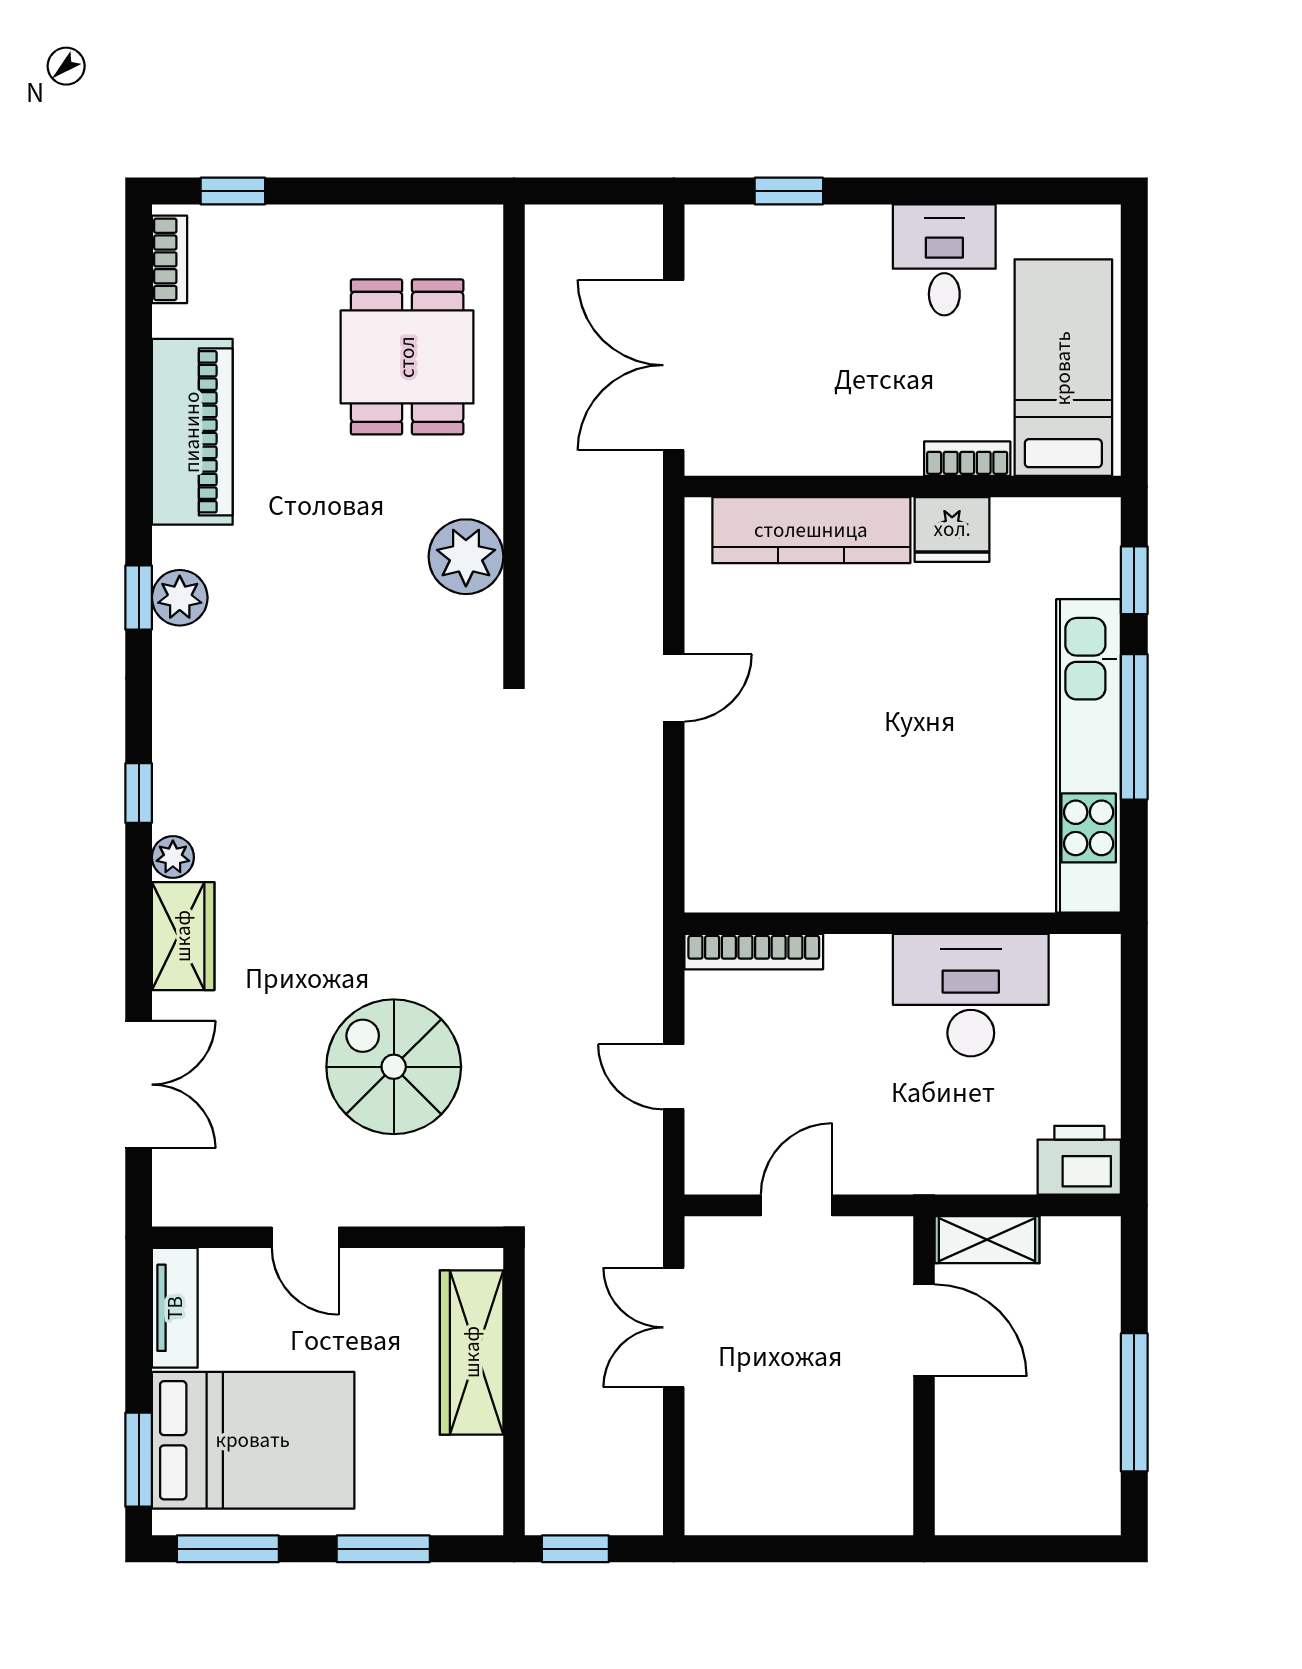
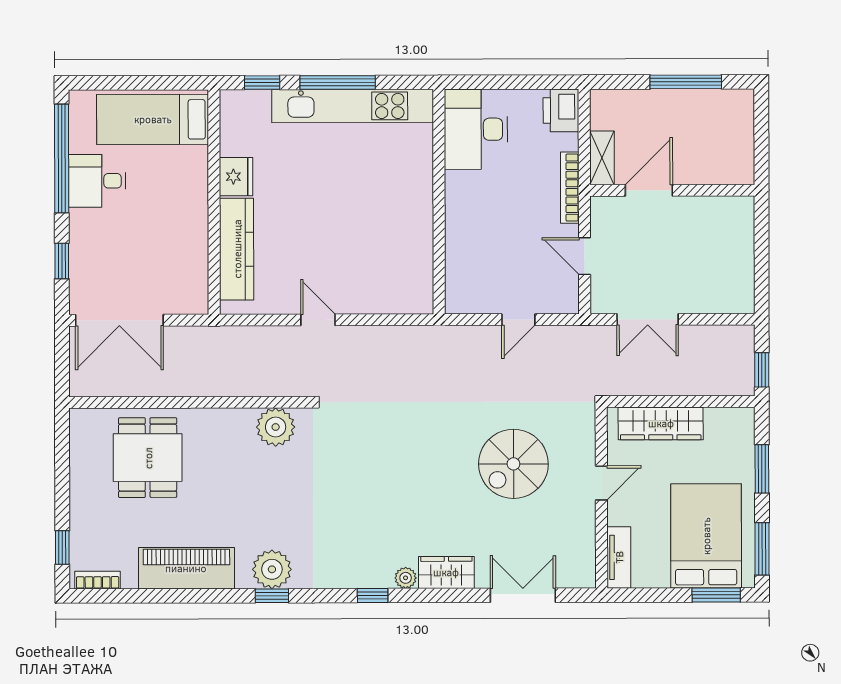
window: (988, 191) -> (62, 158), added
dining table: (407, 357) -> (148, 458), turned 90
double door: (674, 365) -> (119, 320), moved
bookcase: (967, 459) -> (200, 169), removed
plant: (466, 557) -> (276, 427), moved
plant: (180, 598) -> (272, 569), width x1.36, depth x1.36
bookcase: (754, 952) -> (570, 188), moved, turned 180
desk: (971, 995) -> (476, 129), moved
door: (305, 1237) -> (601, 483), moved
tv unit: (175, 1308) -> (619, 557), moved, turned 90

